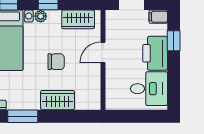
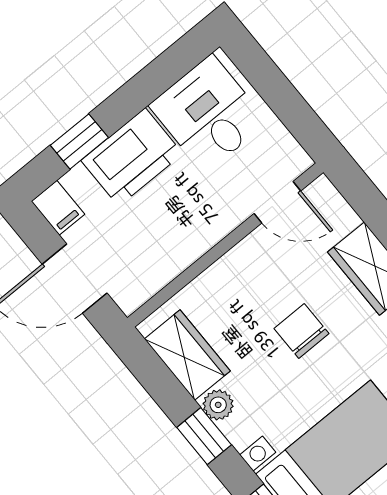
plant: (41, 16) -> (218, 405), moved
door: (103, 52) -> (277, 202), moved

